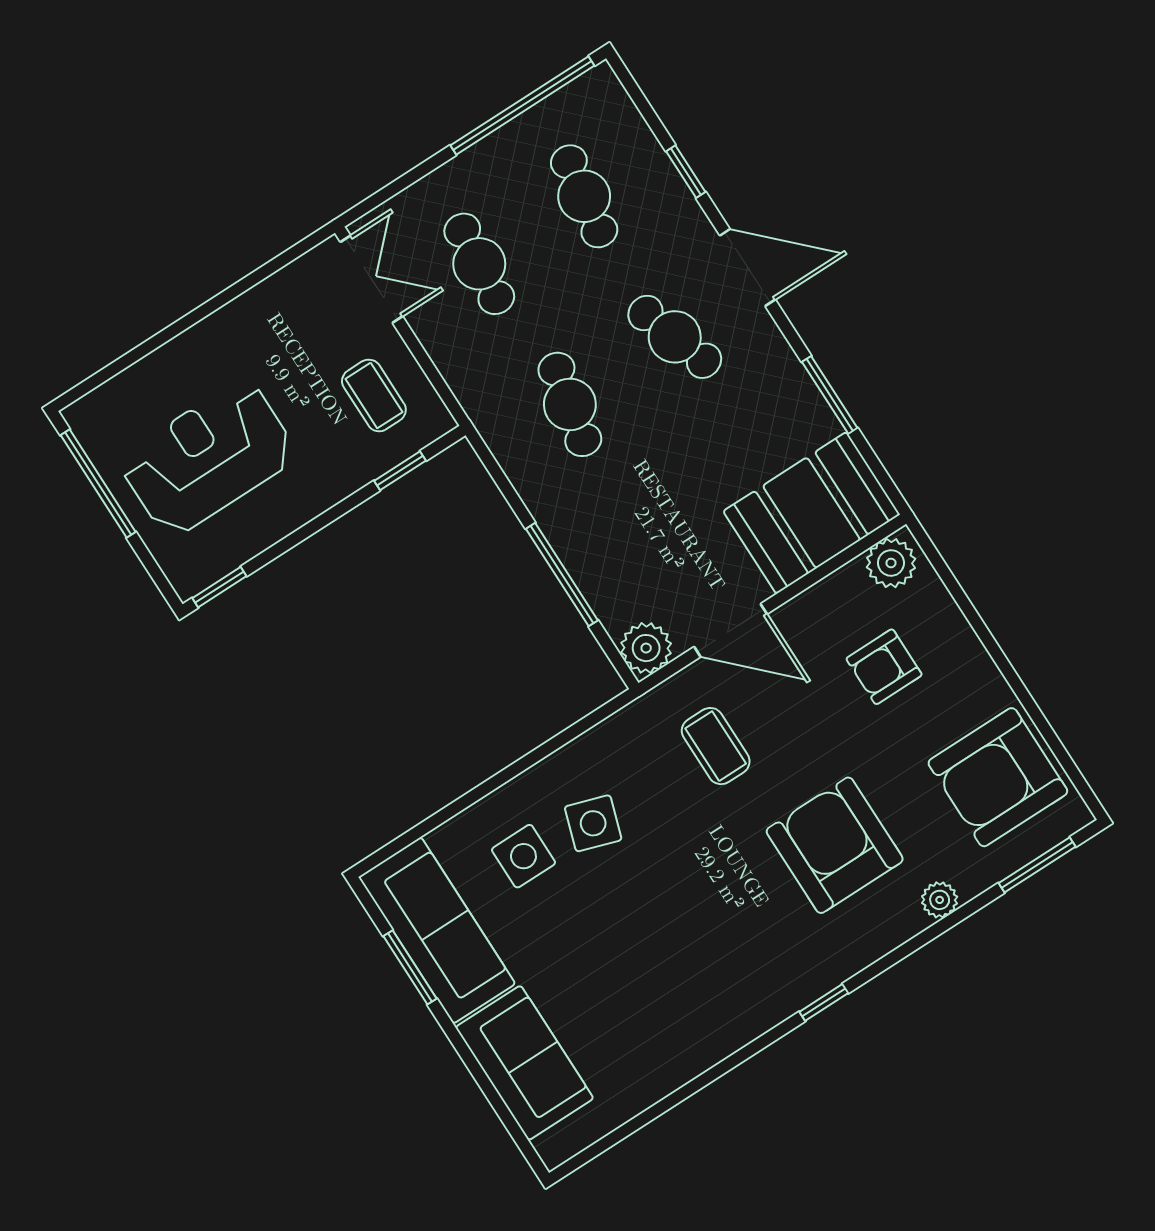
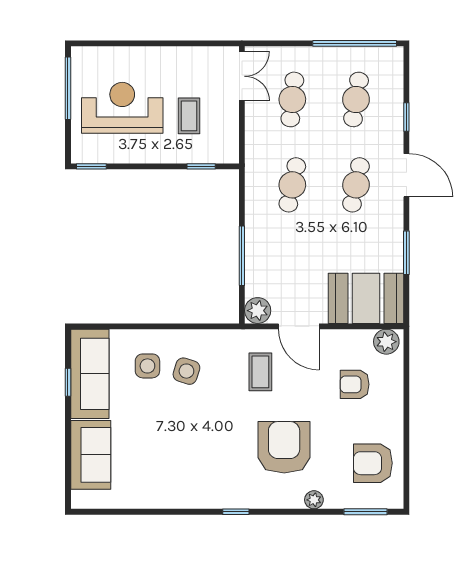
cafe table: (675, 337) -> (356, 185), turned 30
coffee table: (374, 395) -> (189, 116), moved
armchair: (998, 777) -> (373, 463), width x0.73, depth x0.73
window: (410, 967) -> (68, 382), width x0.67

